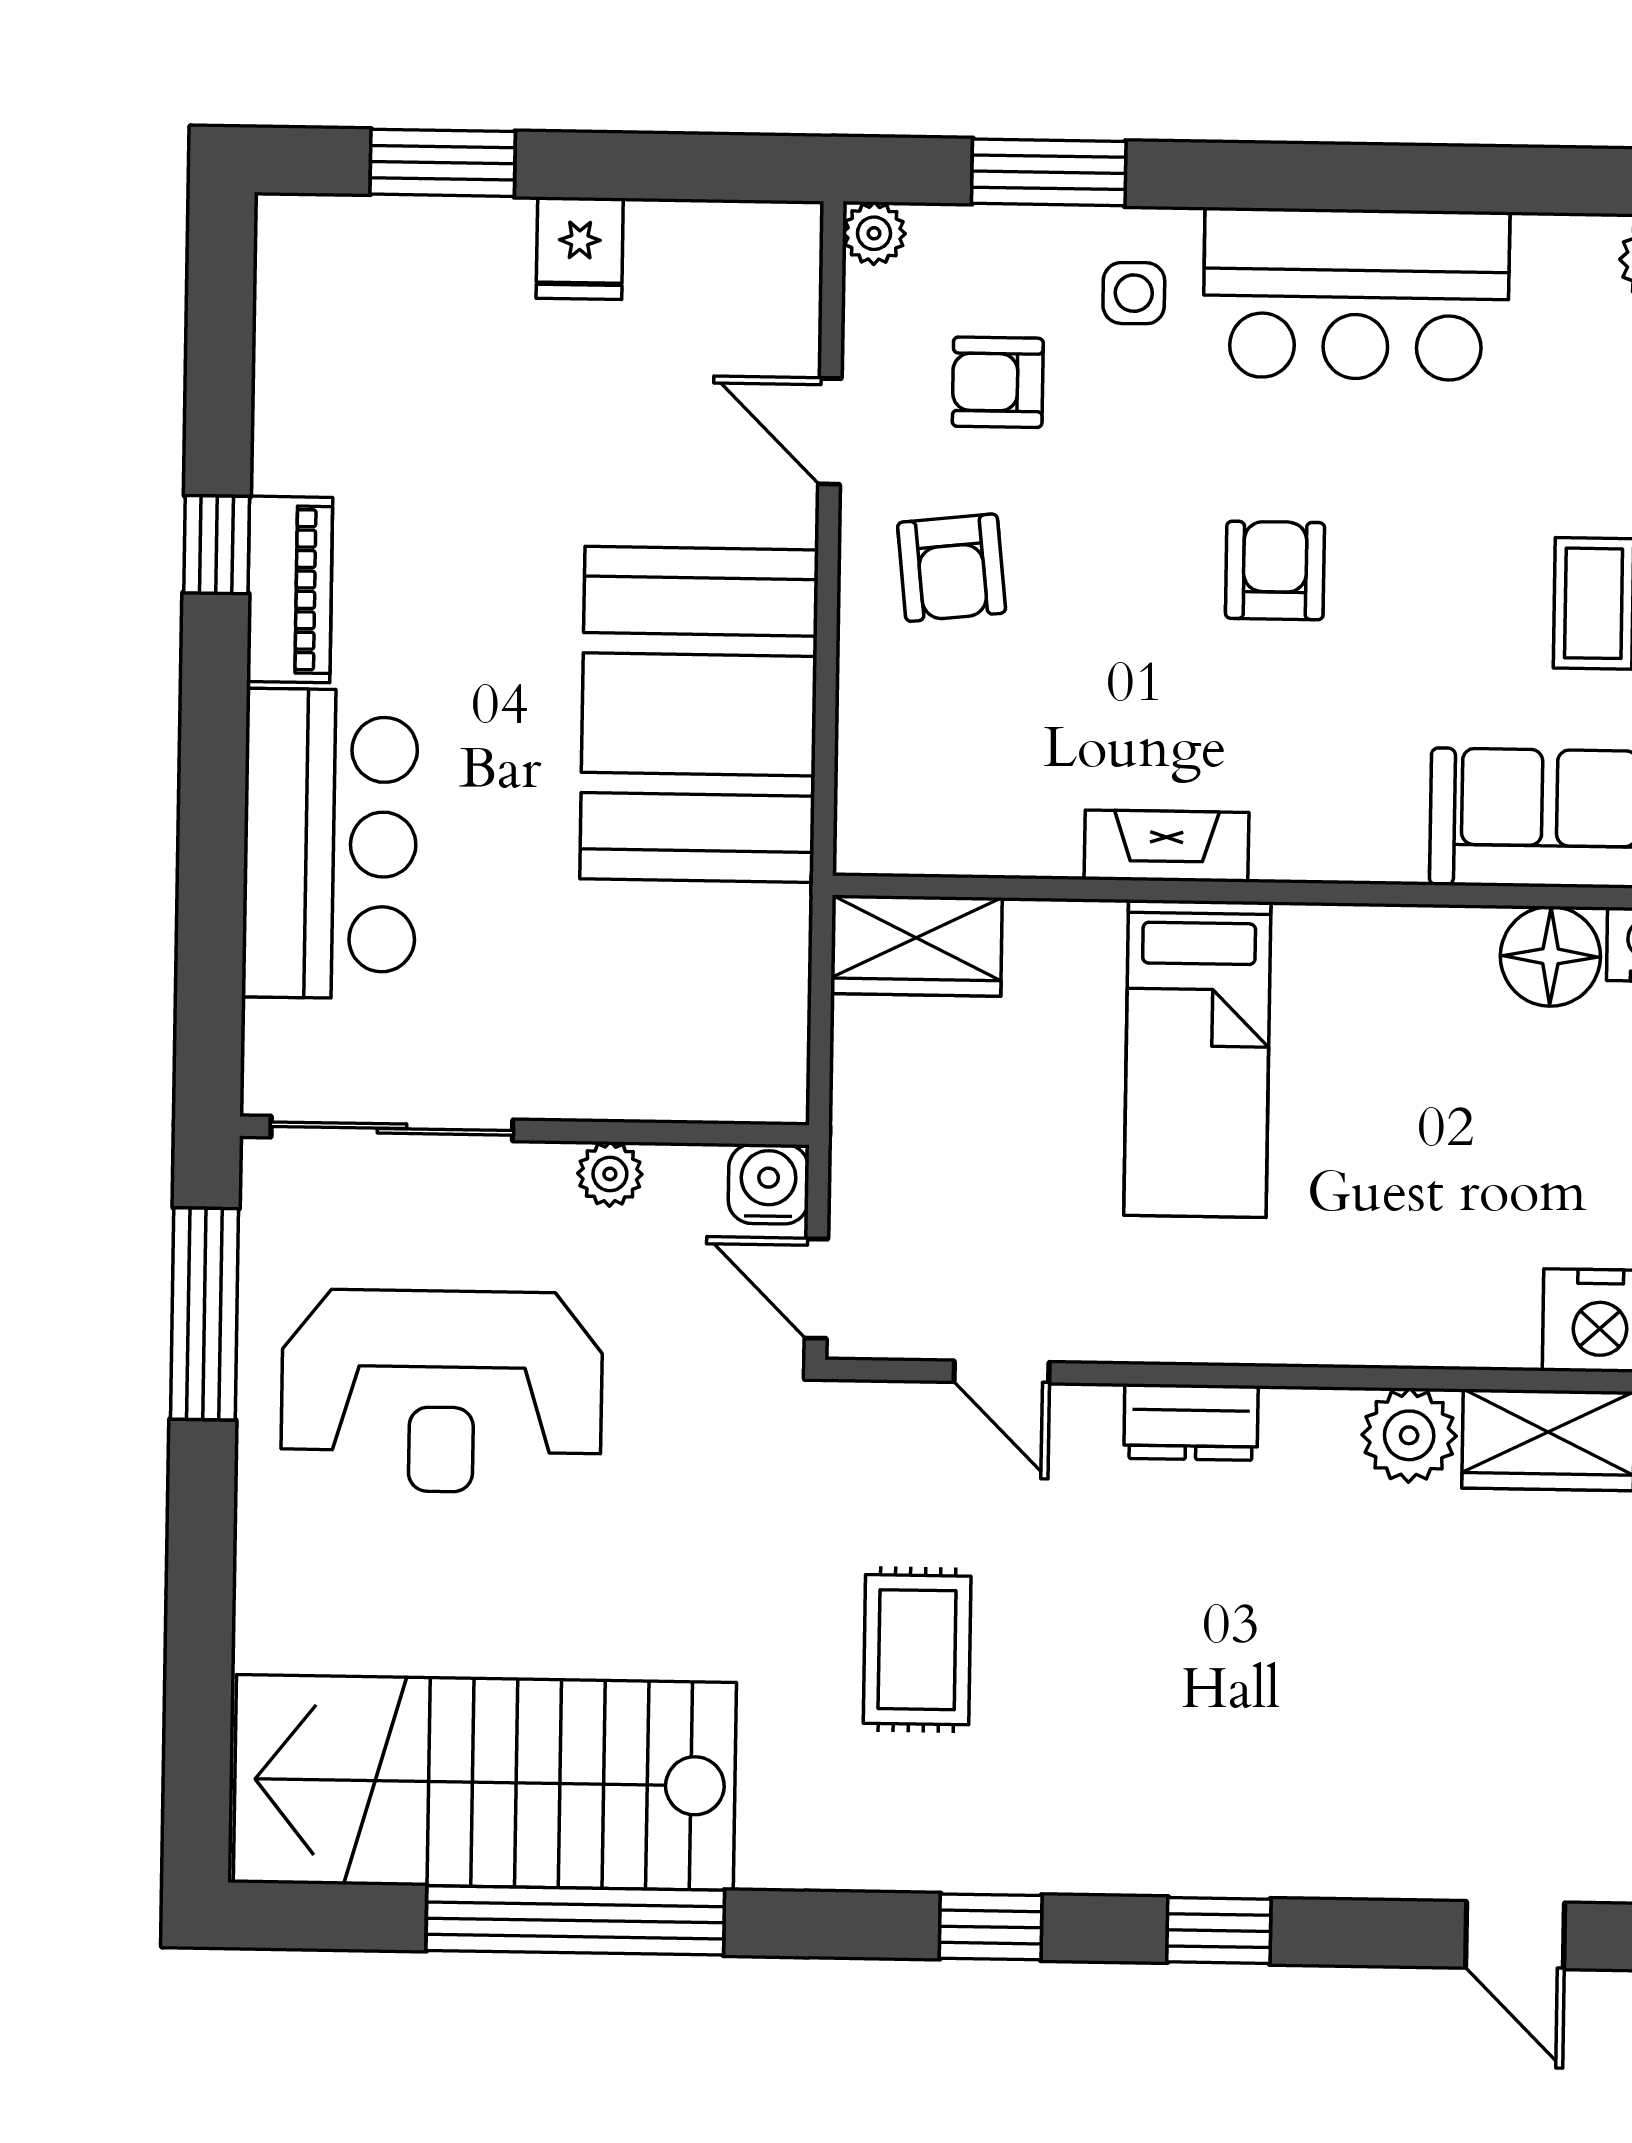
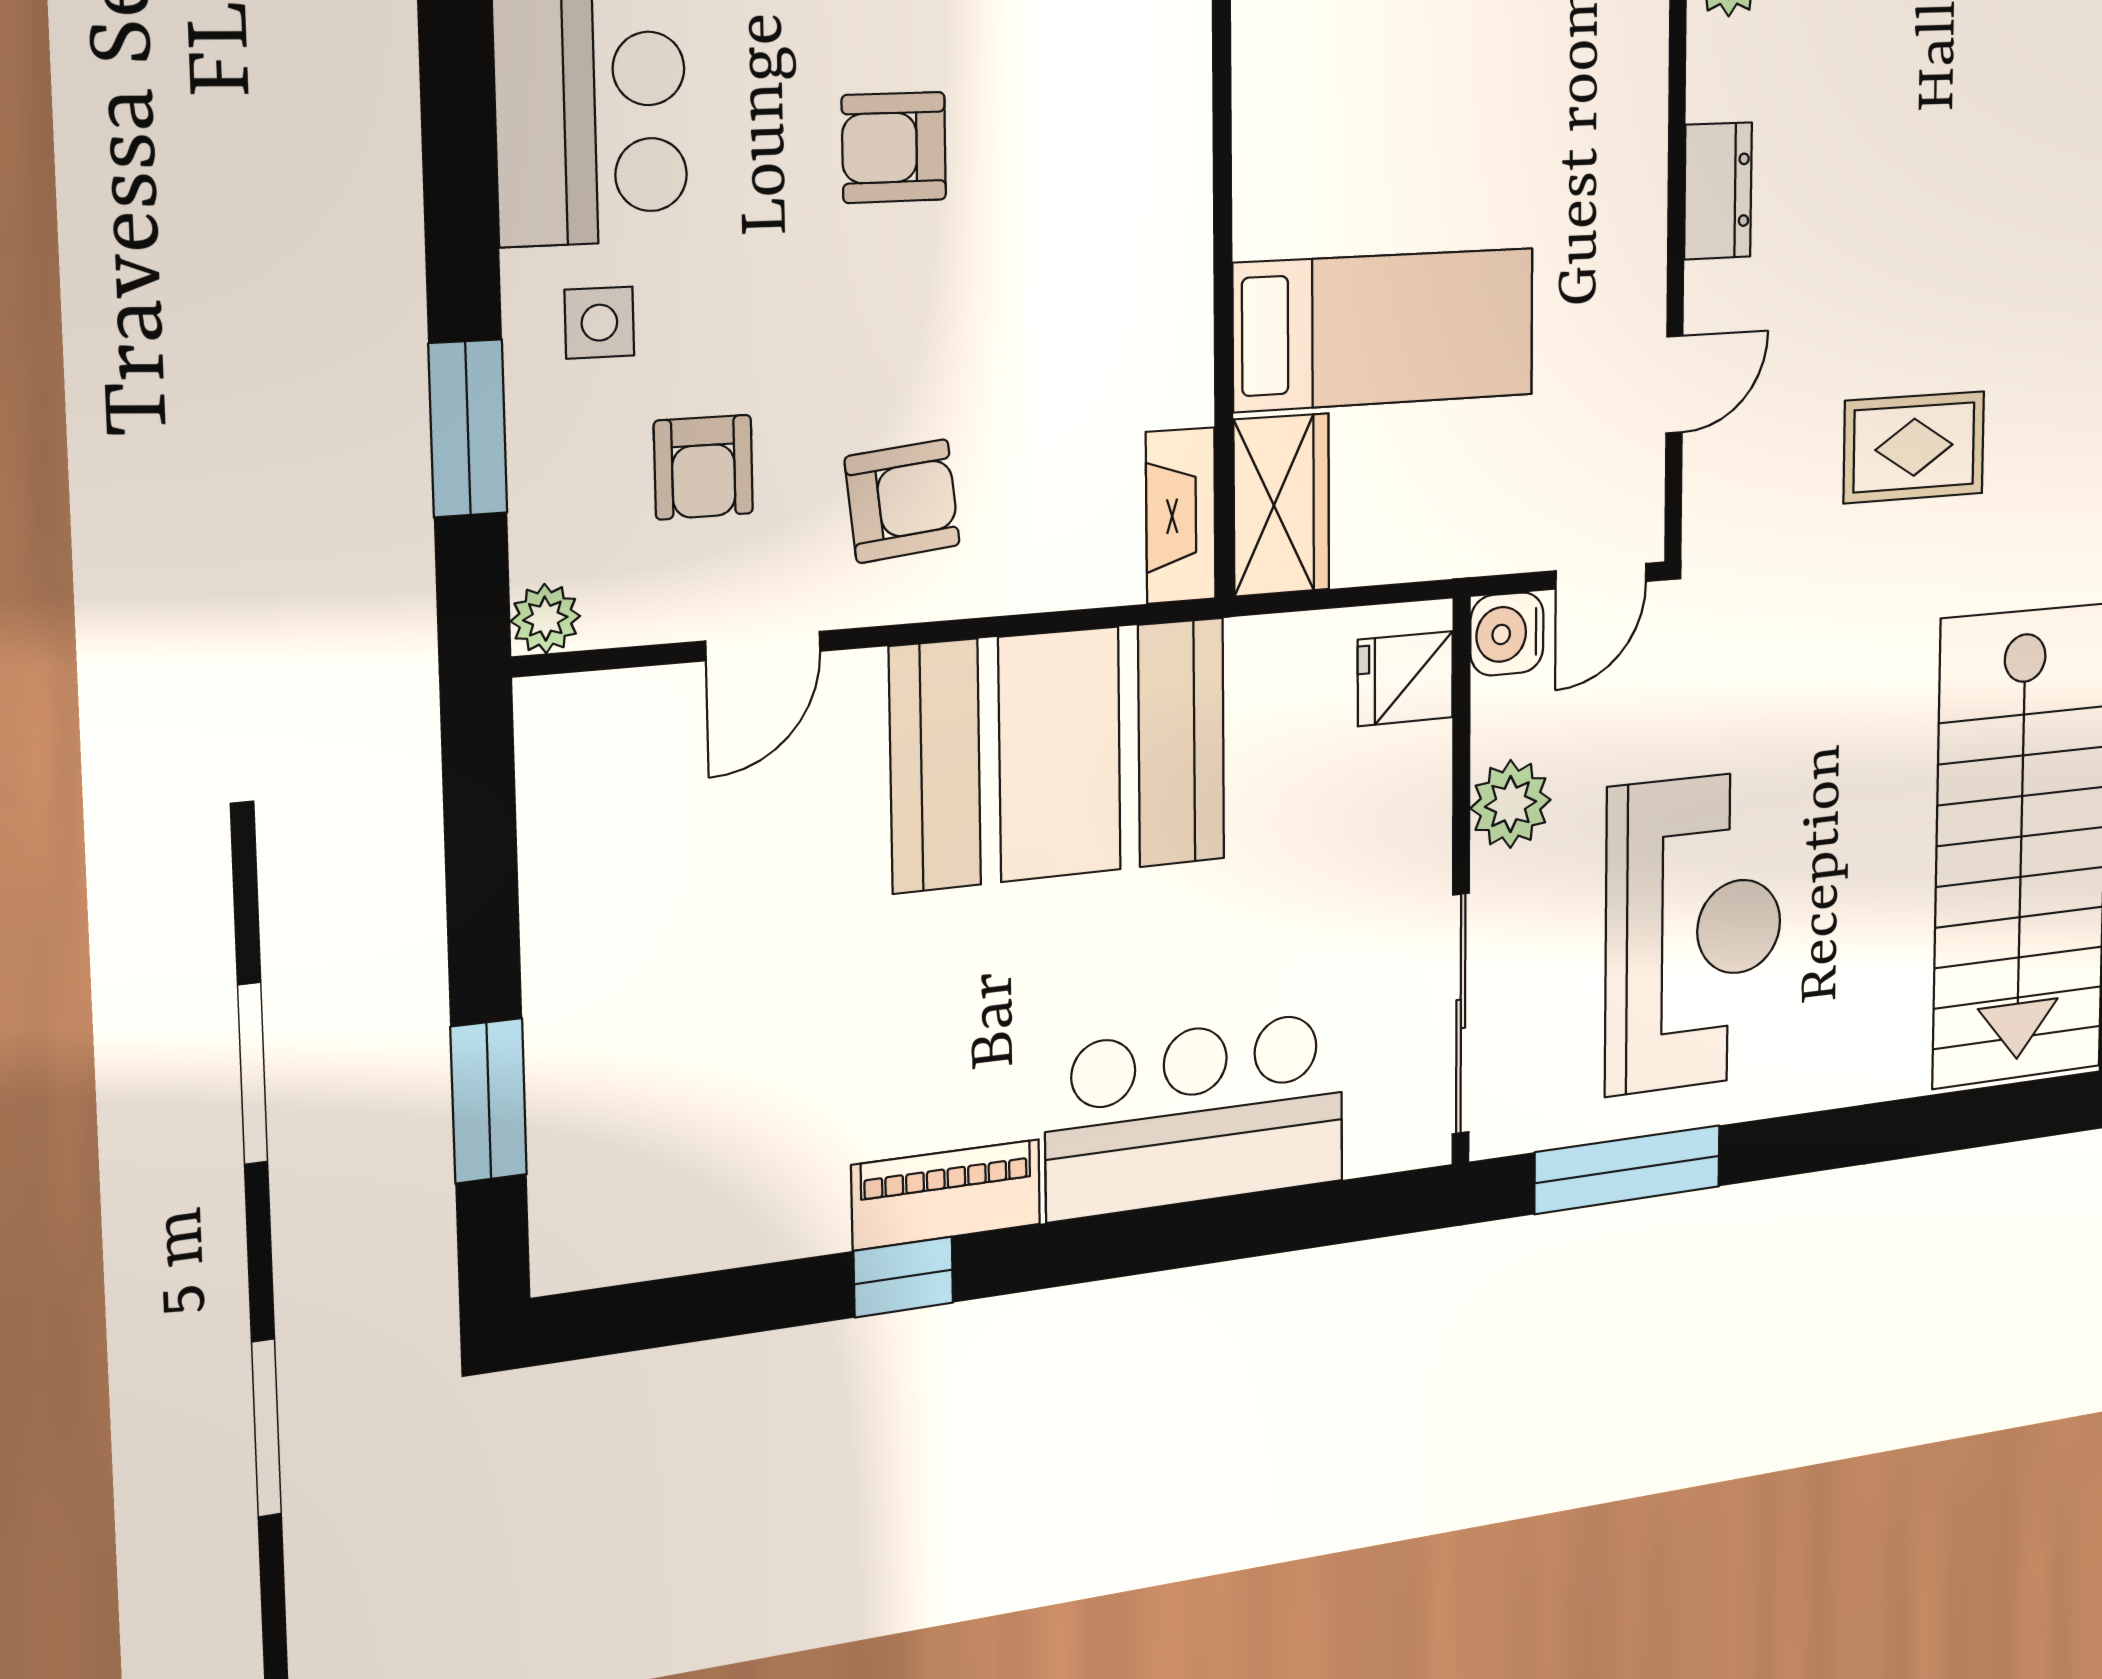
fridge: (580, 248) -> (1405, 679), moved, turned 180
fireplace: (1166, 846) -> (1181, 516), moved
bed: (1197, 1059) -> (1385, 329), moved
plant: (610, 1174) -> (1511, 804), width x1.38, depth x1.38

